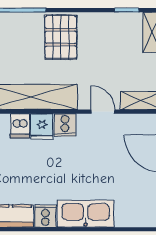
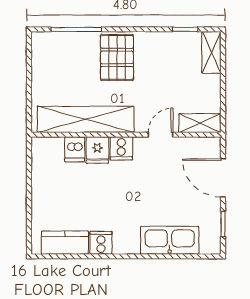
door: (103, 112) -> (161, 135), hinge flipped
kitchen sink: (86, 214) -> (170, 240), moved

